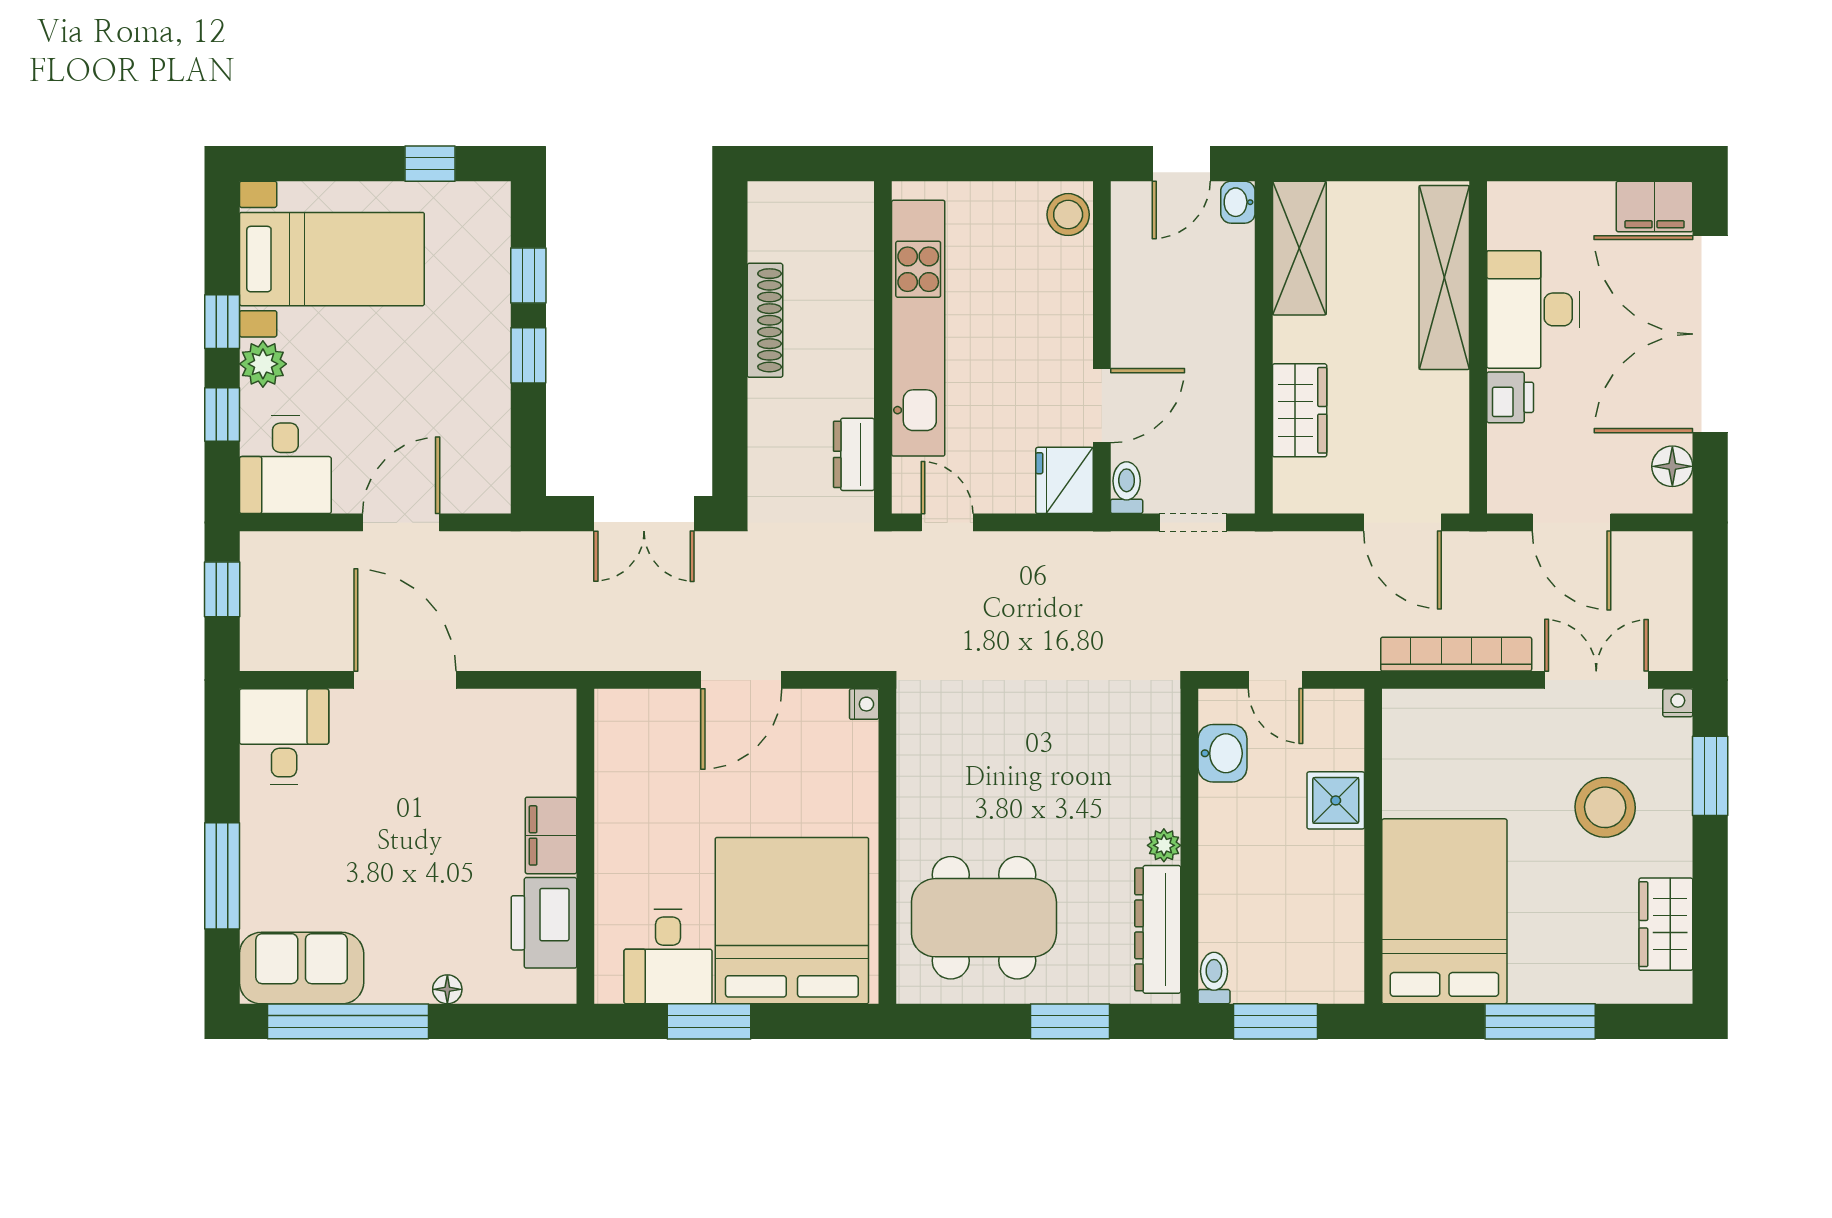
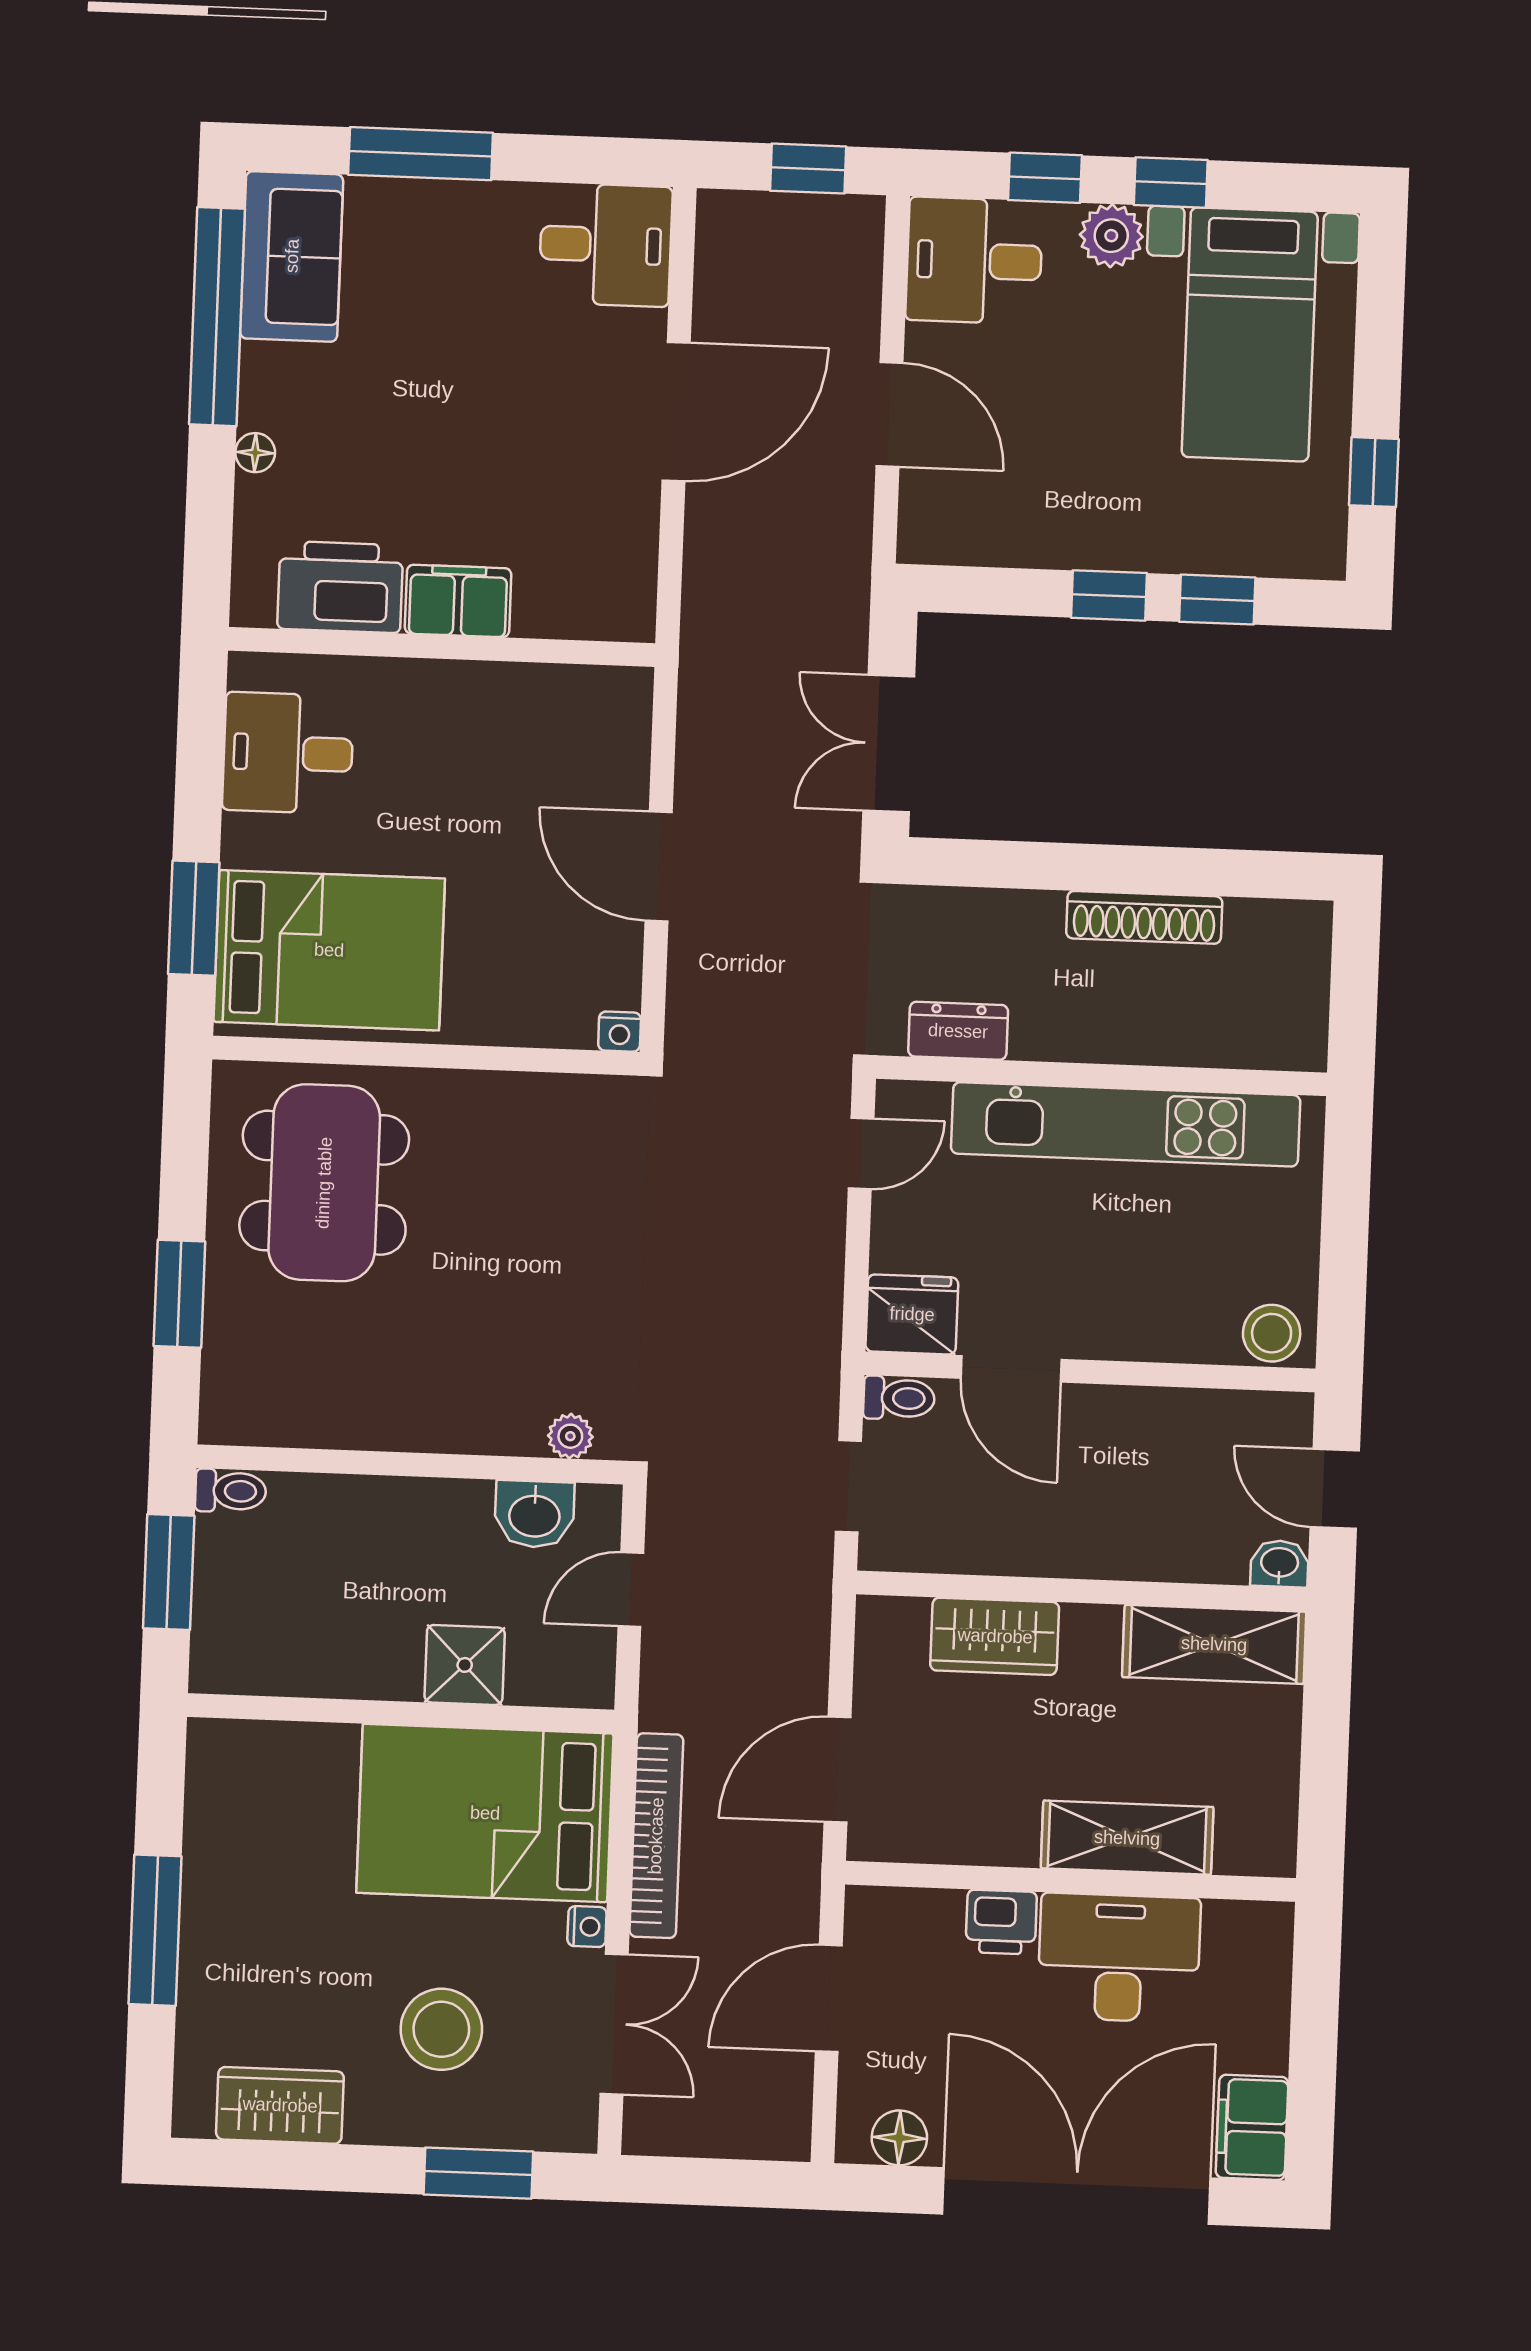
shelving: (1444, 277) -> (1127, 1838), width x0.68
nightstand: (1678, 703) -> (587, 1927), moved
plant: (1164, 845) -> (570, 1436), moved
bed: (1444, 911) -> (485, 1813), moved, turned 180
bed: (792, 921) -> (329, 950), width x0.73
dresser: (1158, 929) -> (299, 1417), removed
window: (709, 1021) -> (194, 918), moved

